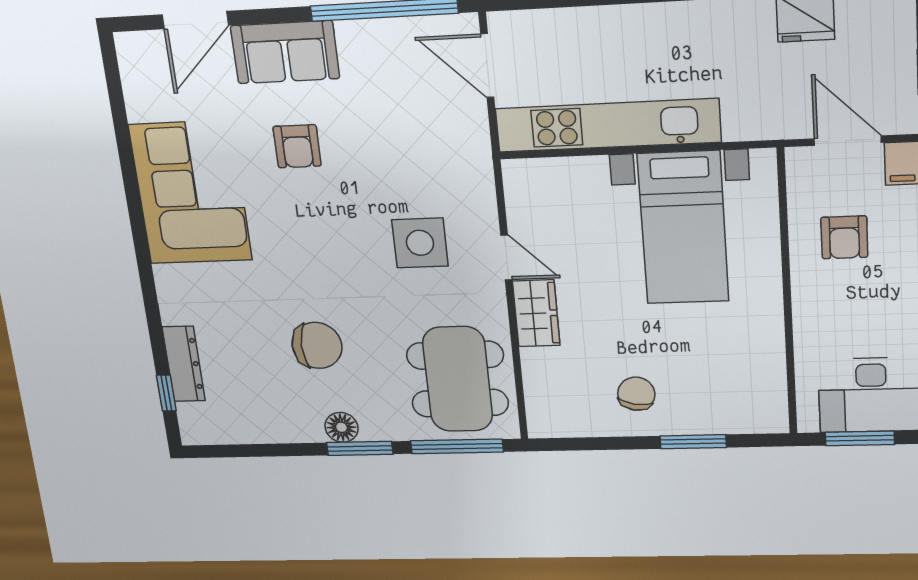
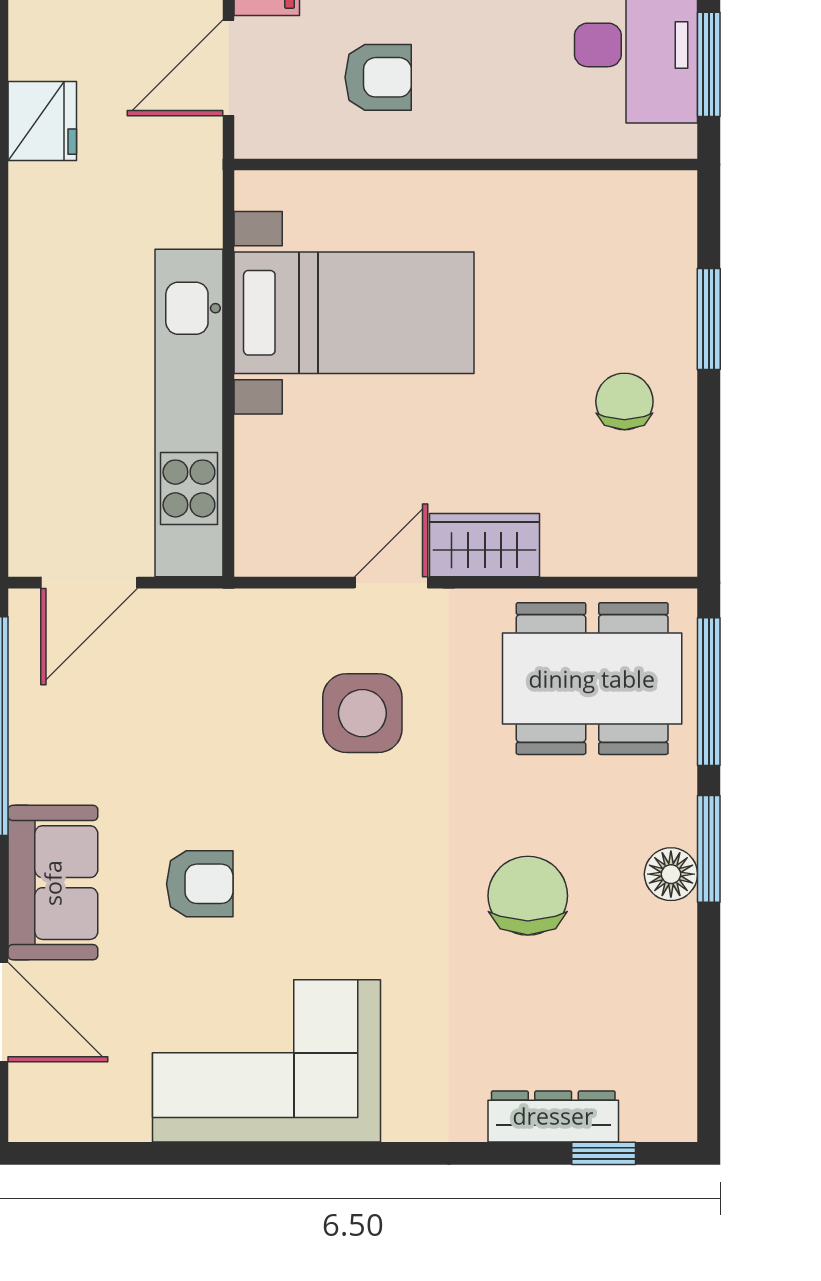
chair: (636, 394) -> (624, 401), turned 79

